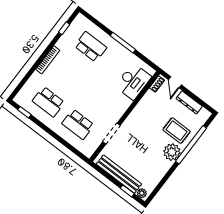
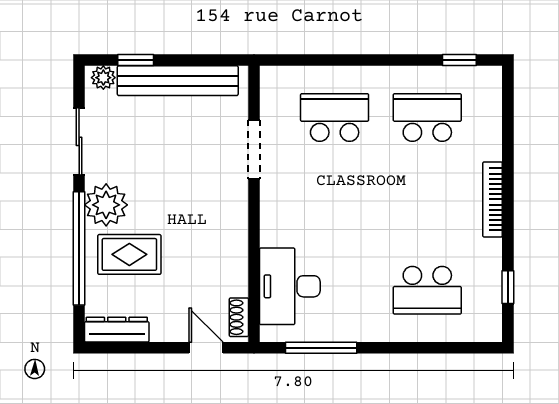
window: (123, 43) -> (321, 348), moved
dresser: (189, 102) -> (117, 330), moved
sliding door: (165, 179) -> (79, 141), added

